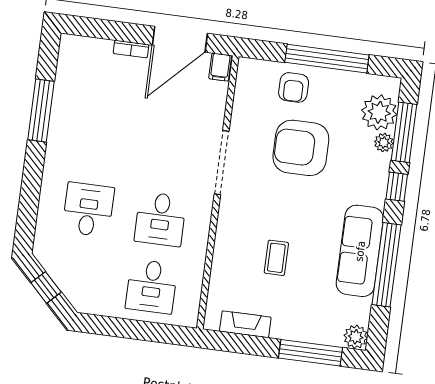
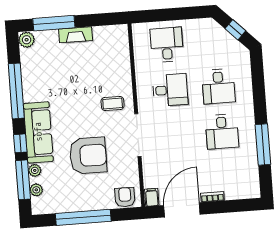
armchair: (294, 87) -> (125, 197), moved
plant: (379, 112) -> (36, 190), width x0.53, depth x0.53
desk: (97, 142) -> (222, 131), added
desk: (160, 219) -> (170, 90), turned 90
sofa: (360, 251) -> (38, 132), moved
coffee table: (276, 258) -> (113, 103), moved, turned 90
fireplace: (245, 324) -> (76, 35), moved

